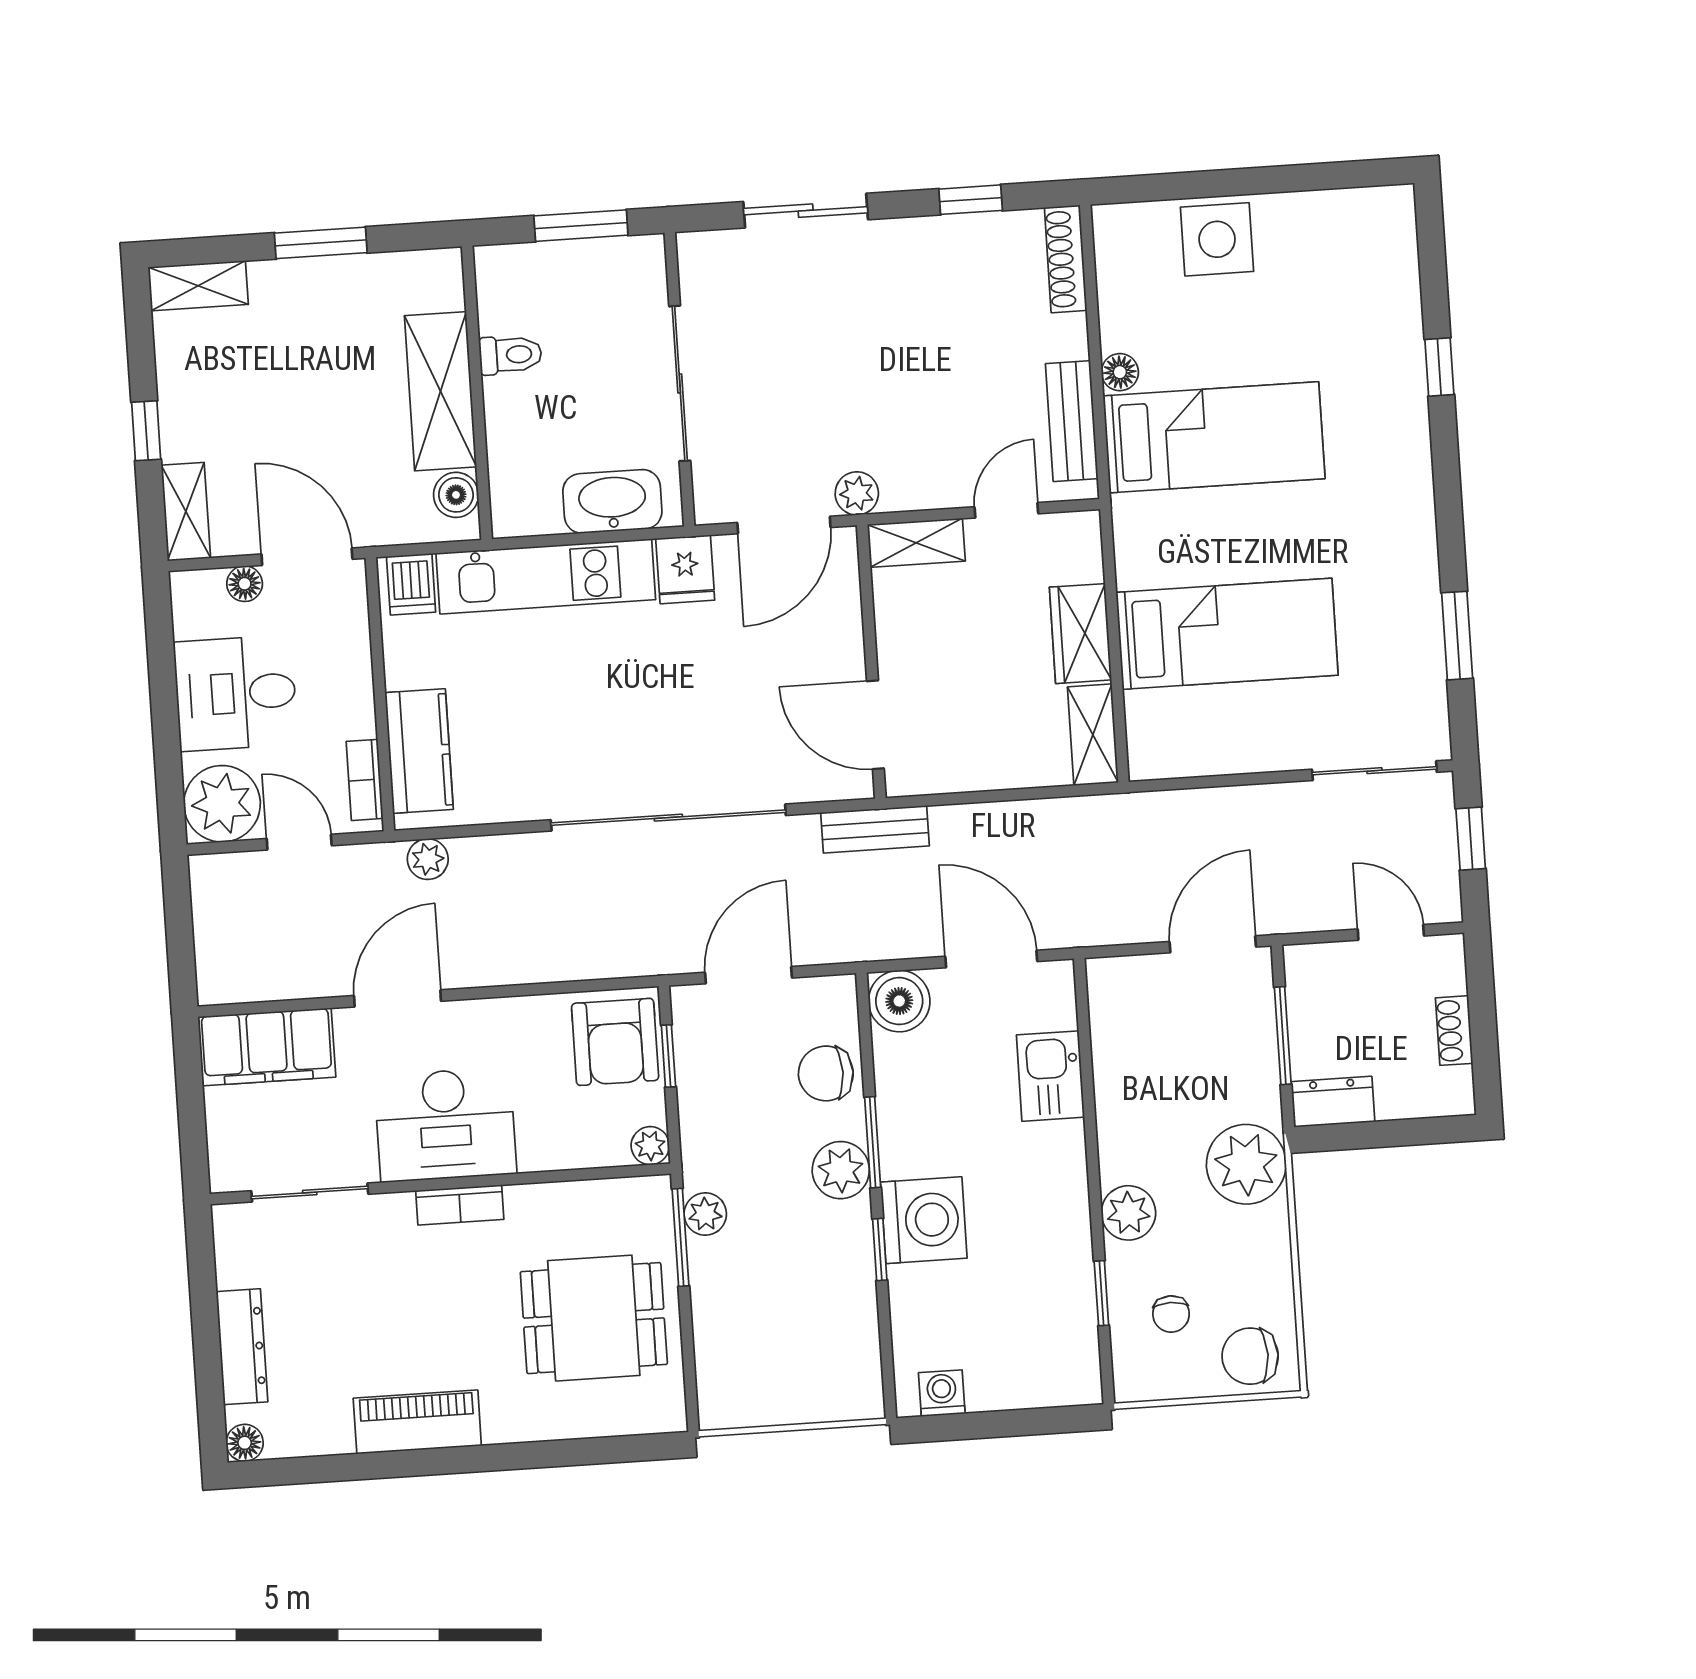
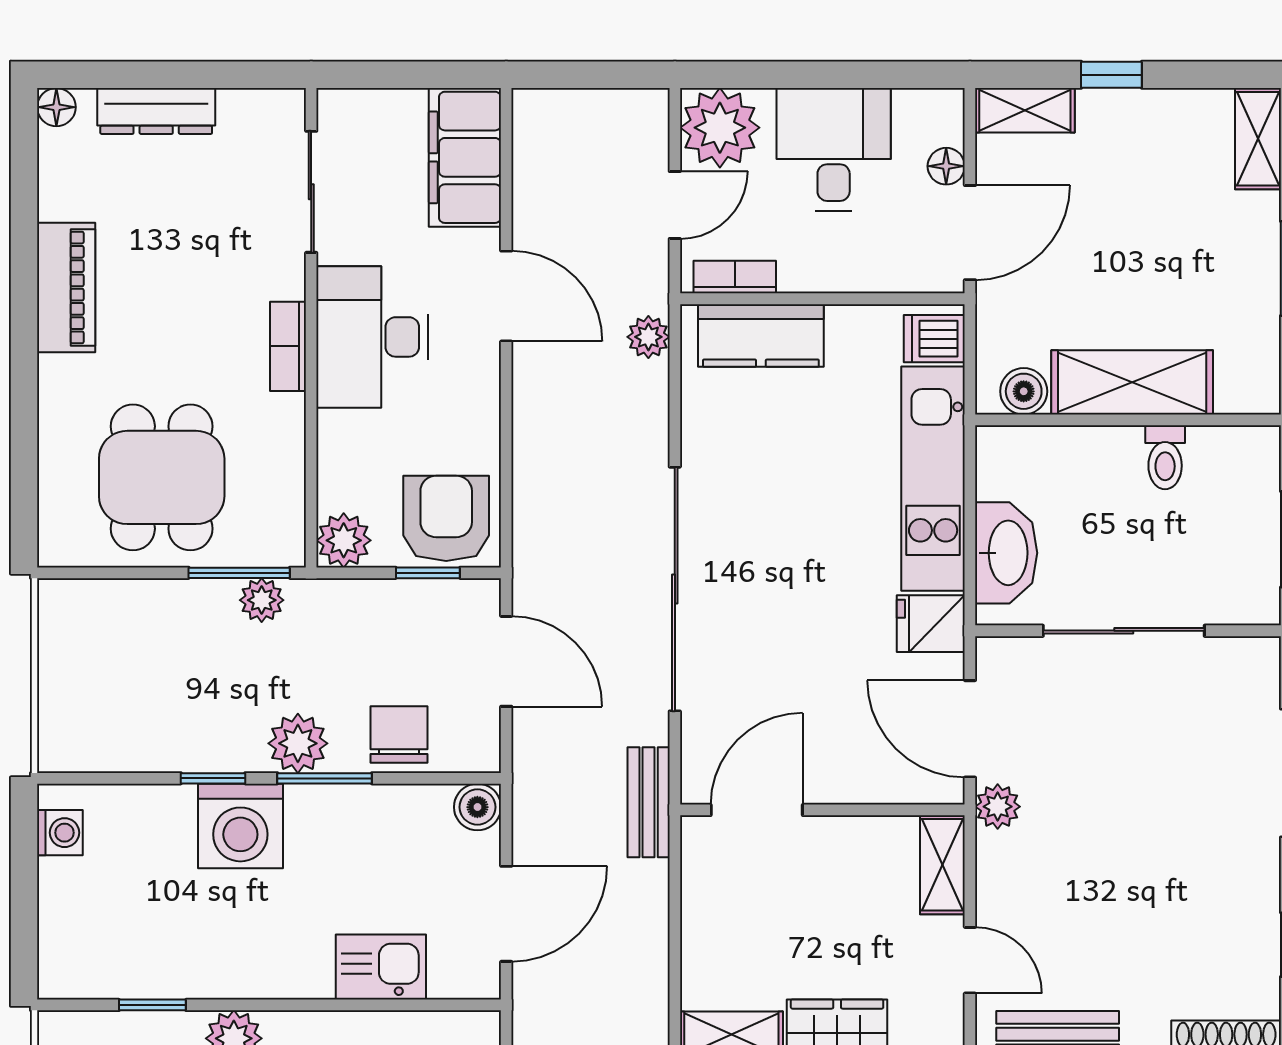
boiler: (899, 1001) -> (477, 807), width x0.73, depth x0.73
armchair: (615, 1042) -> (446, 518), turned 90
plant: (650, 1146) -> (344, 540), width x1.38, depth x1.38

